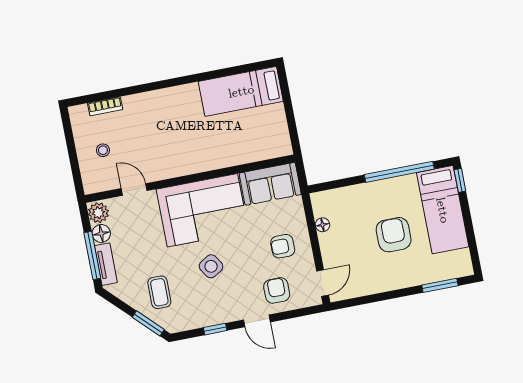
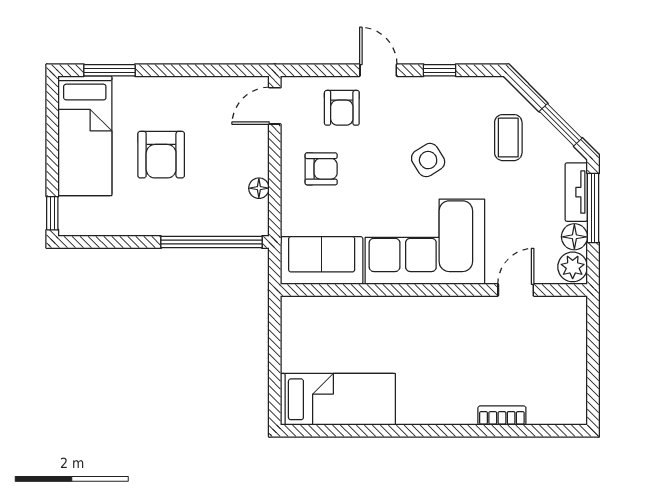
bookcase: (105, 106) -> (502, 416), moved
stool: (103, 150) -> (549, 354), removed
window: (399, 172) -> (212, 242), moved
door: (134, 189) -> (516, 290), swing flipped
bed: (443, 210) -> (85, 136), moved, turned 180
window: (148, 323) -> (561, 125), moved

